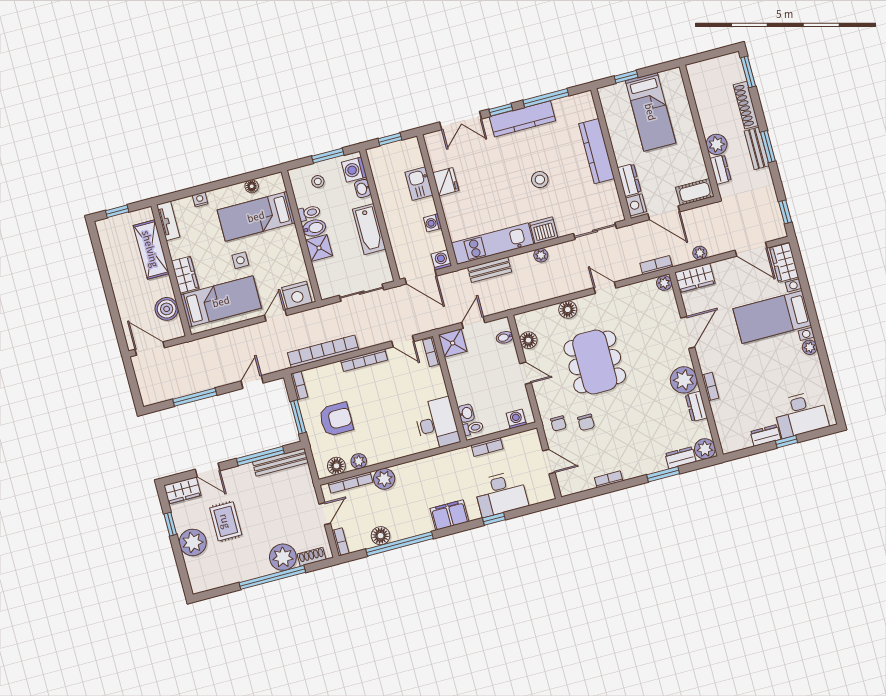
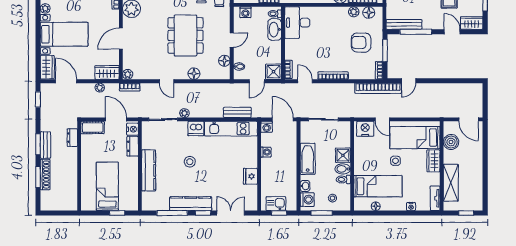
window: (748, 72) -> (38, 177), moved
plant: (717, 144) -> (71, 154), removed
kitchen sink: (419, 184) -> (276, 204), moved, turned -90
plant: (541, 255) -> (184, 113), moved
door: (275, 315) -> (382, 119), hinge flipped
bookcase: (323, 351) -> (378, 88), moved
door: (526, 373) -> (232, 40), swing flipped
window: (195, 397) -> (448, 81), removed
washbasin: (466, 413) -> (275, 30), width x1.91, depth x1.45

